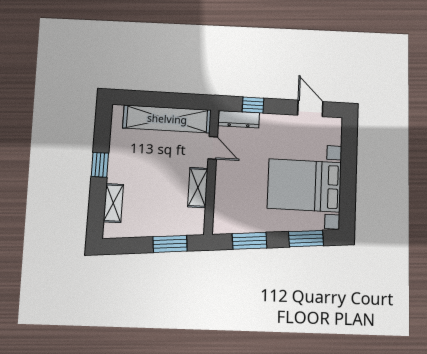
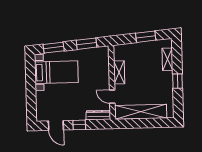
window: (253, 105) -> (79, 125), moved
bed with nightstands: (304, 185) -> (56, 72), width x0.73
window: (170, 244) -> (146, 37), moved

